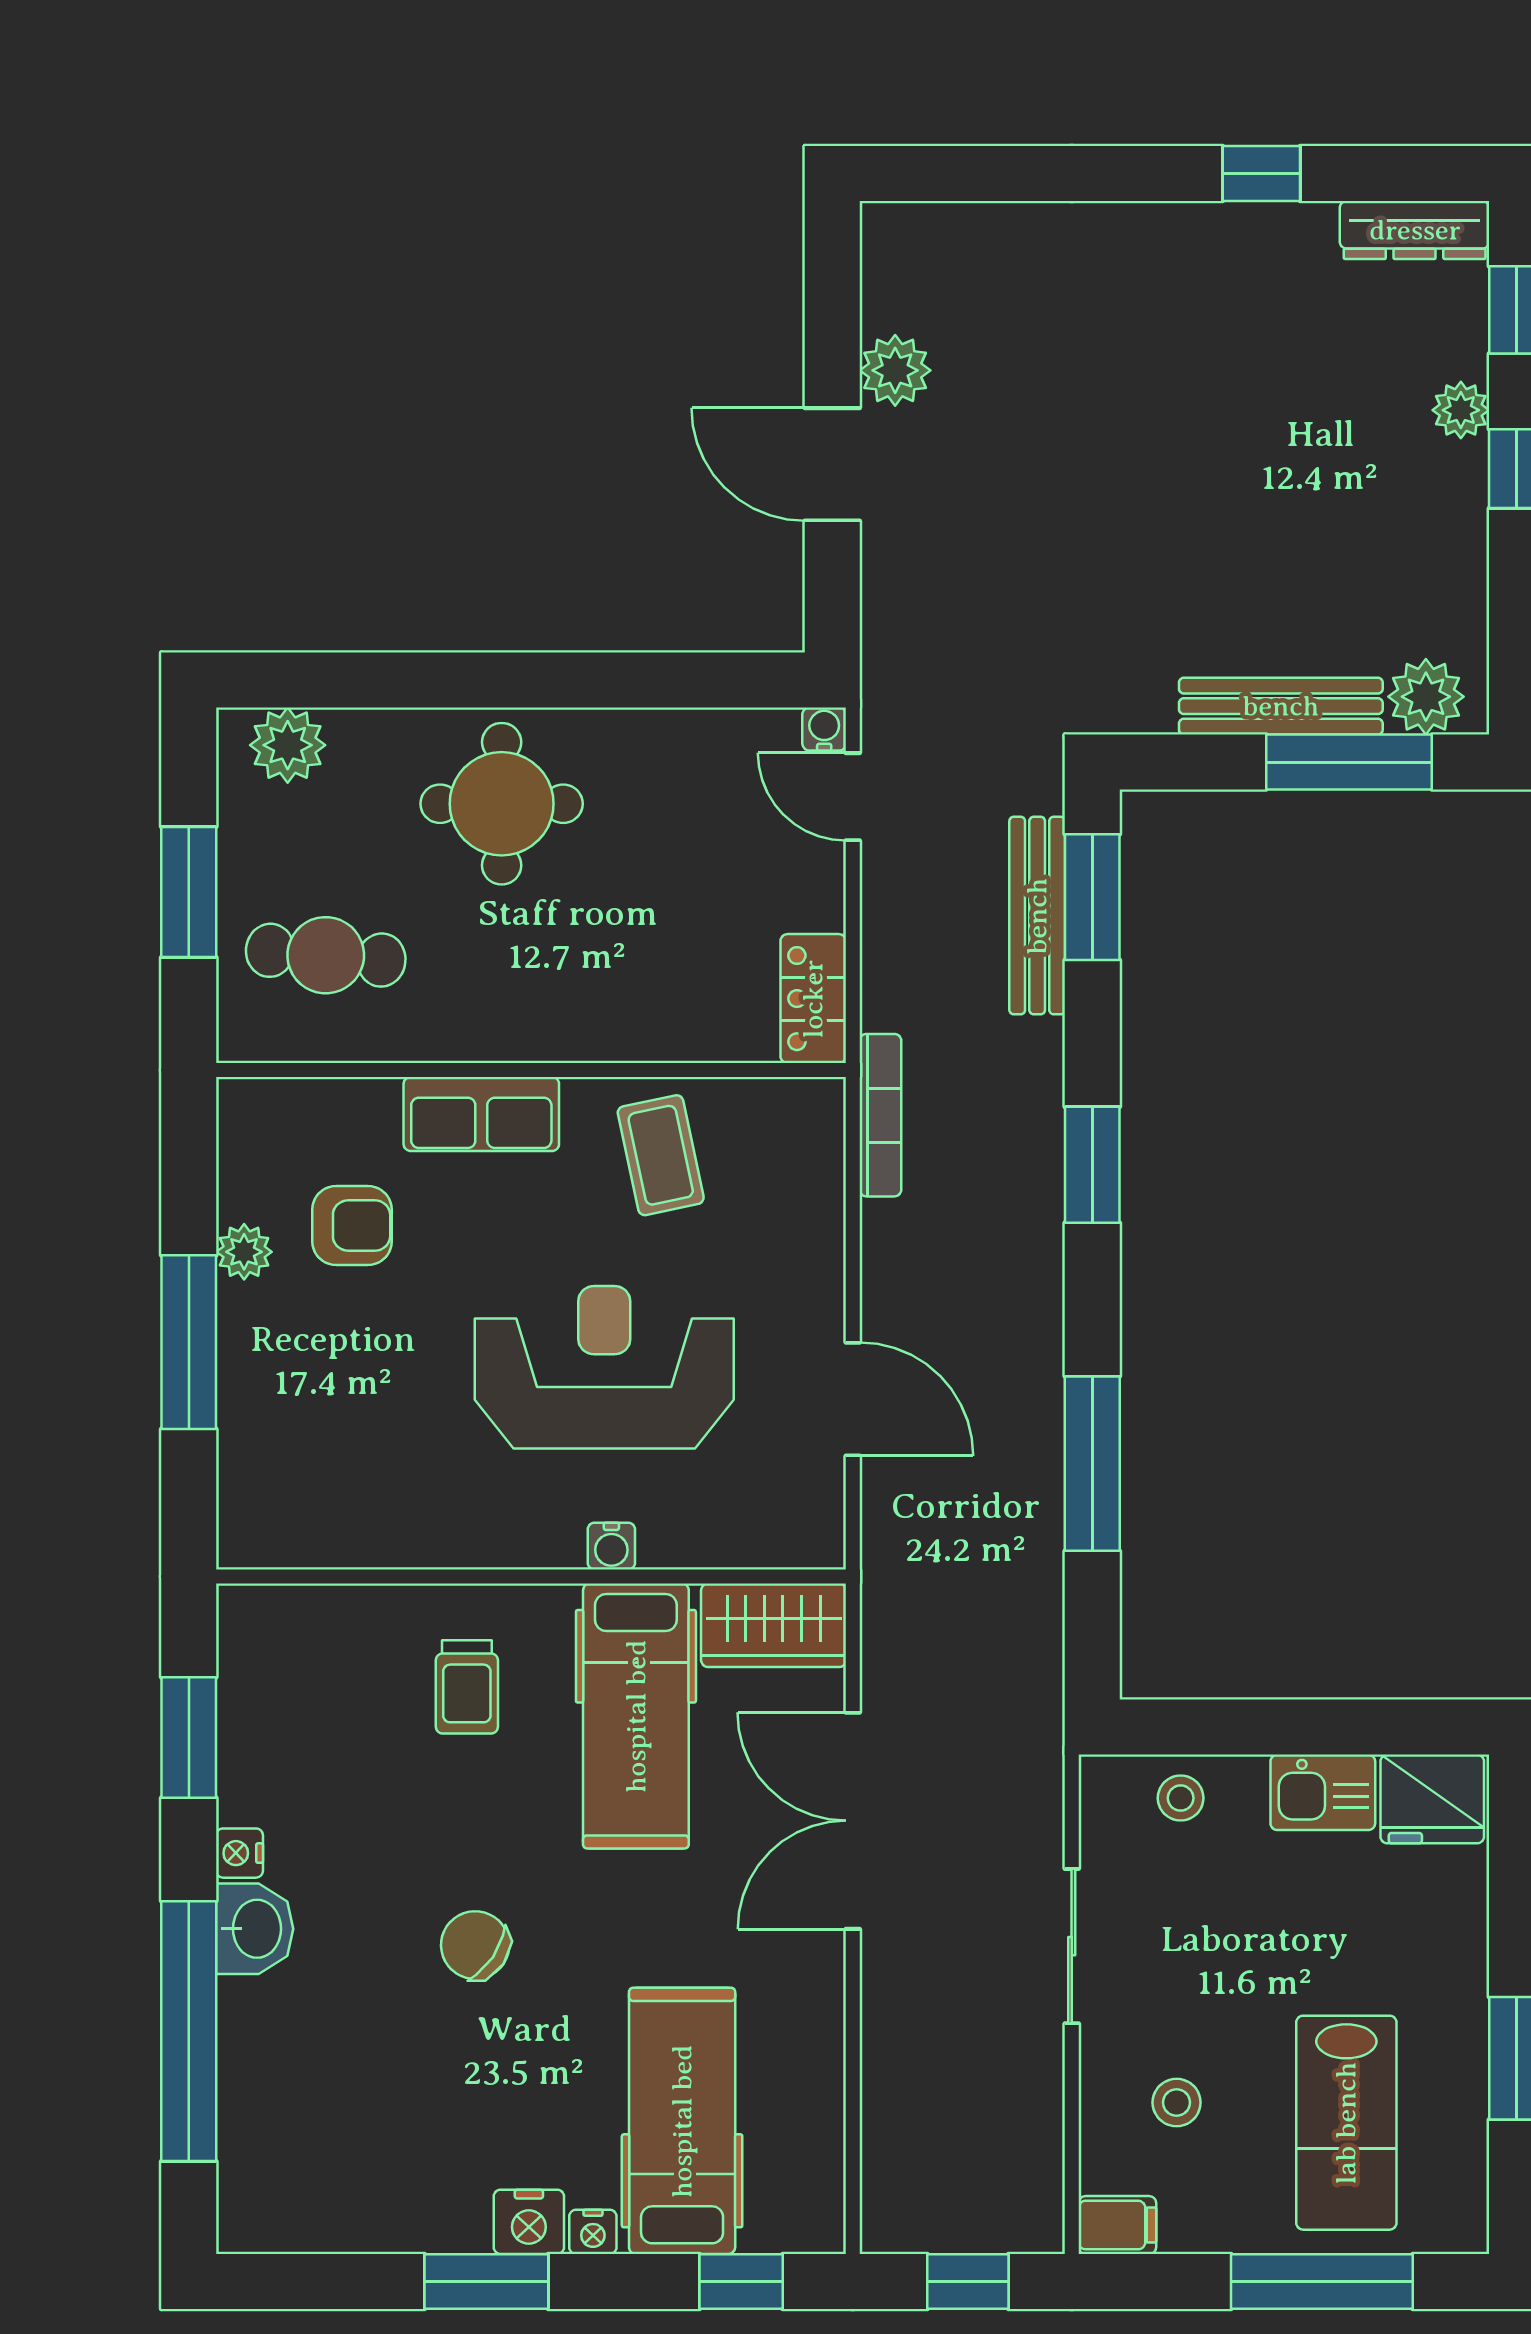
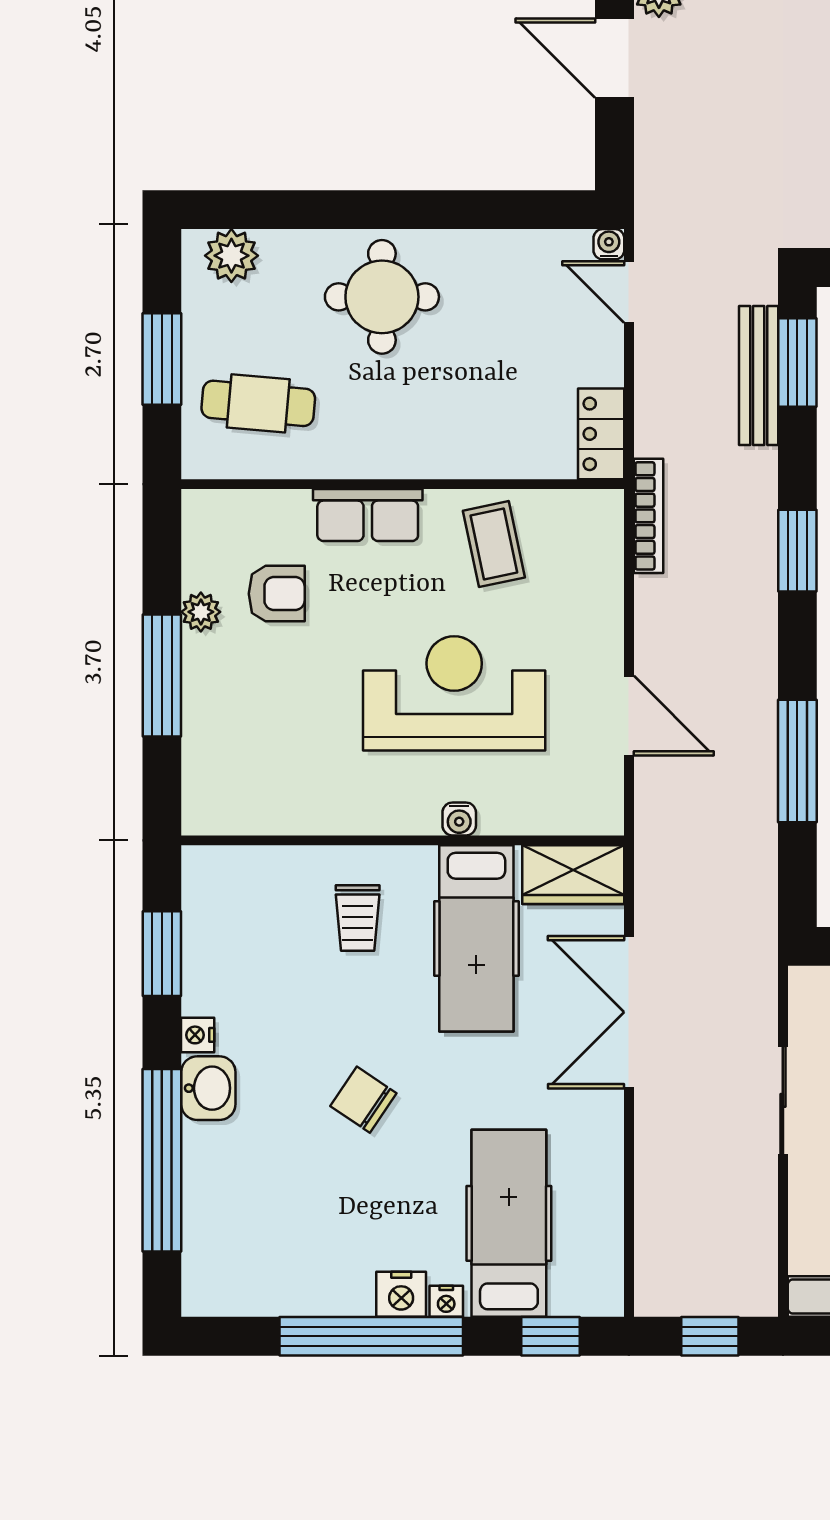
window: (486, 2281) -> (371, 1336), width x2.11

